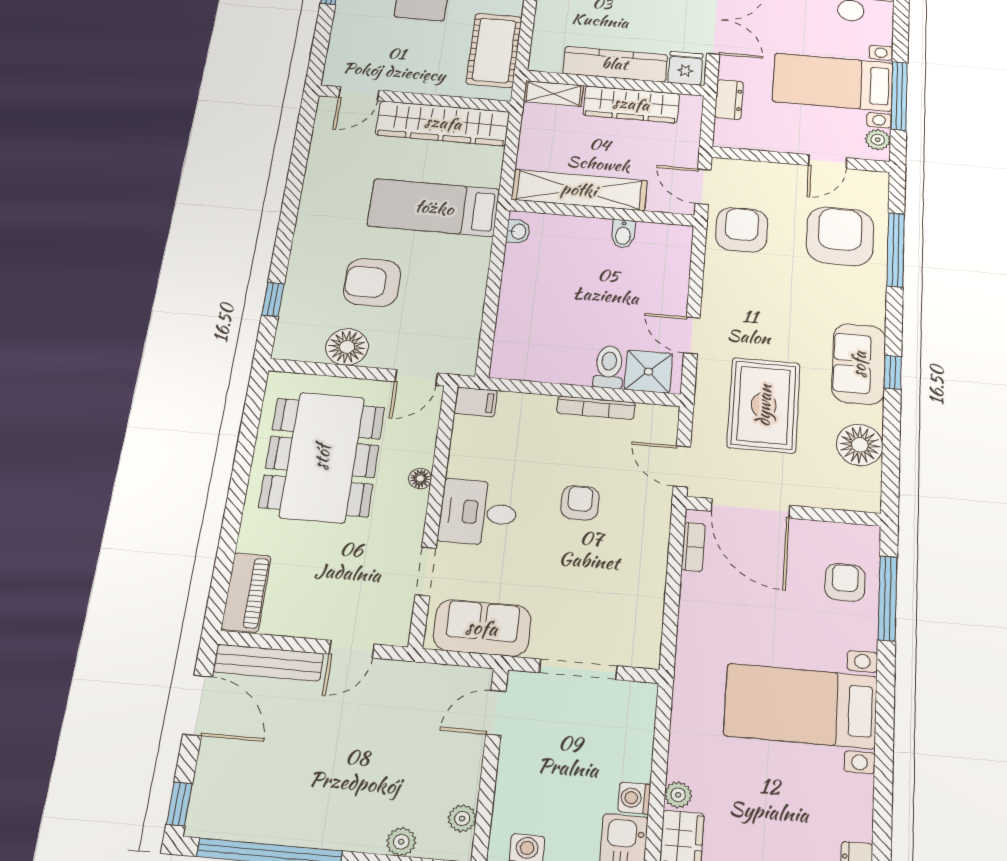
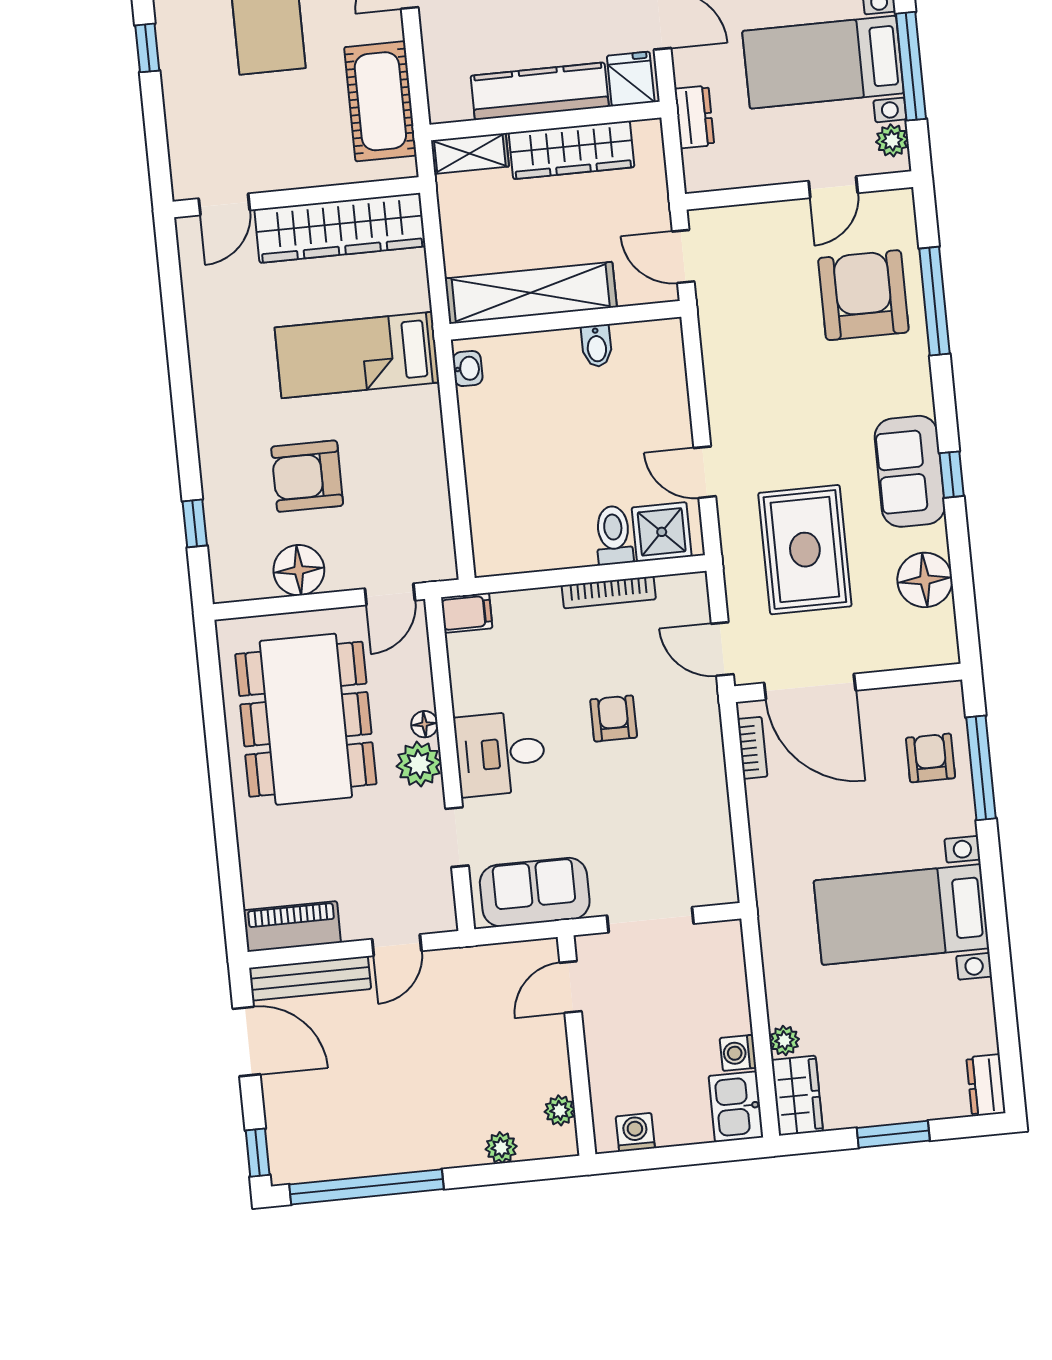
armchair: (742, 230) -> (741, 310), removed
plant: (408, 508) -> (419, 764), added
piano: (246, 592) -> (292, 926), moved, turned -90

